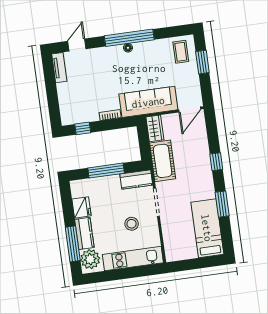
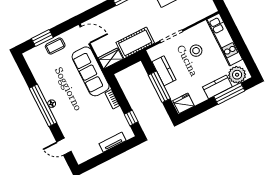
coffee table: (181, 52) -> (55, 46), moved
tv unit: (59, 68) -> (113, 142), moved
kitchen counter: (136, 180) -> (164, 71), moved
fridge: (81, 207) -> (184, 103), moved

